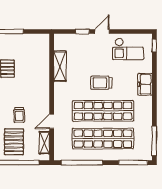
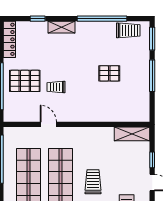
shelving: (60, 66) -> (132, 134), moved
shelving: (44, 143) -> (24, 116), removed

